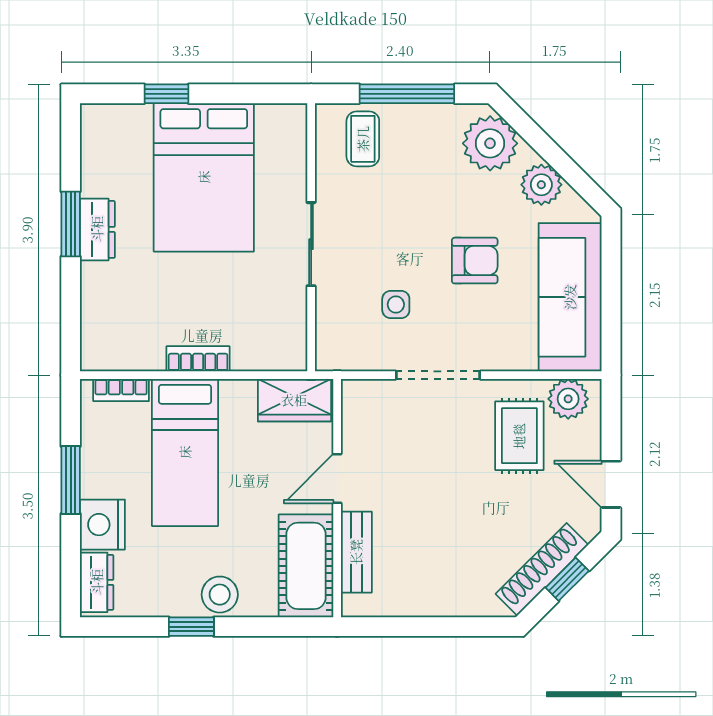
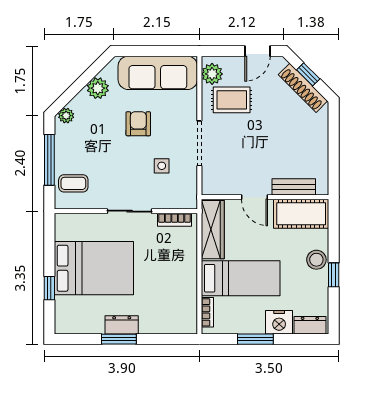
plant: (490, 143) -> (66, 116), width x0.53, depth x0.53
bookcase: (198, 359) -> (175, 220), moved, turned -90
wardrobe: (294, 400) -> (213, 230), width x1.50

